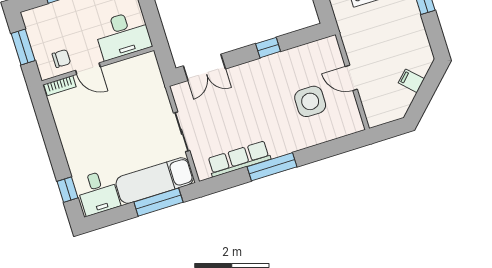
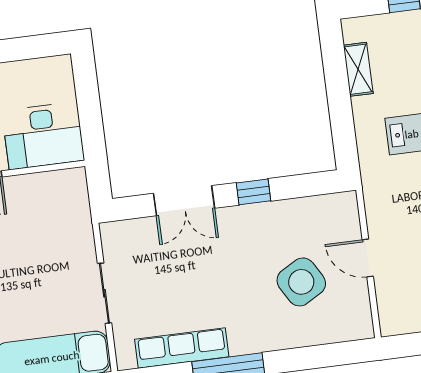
double door: (204, 67) -> (184, 201), moved
side table: (310, 101) -> (301, 282), turned -30

